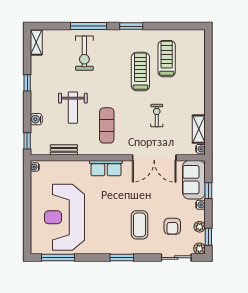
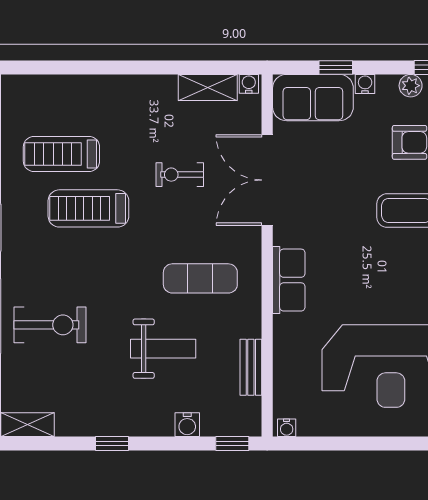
double door: (154, 158) -> (267, 180), swing flipped

